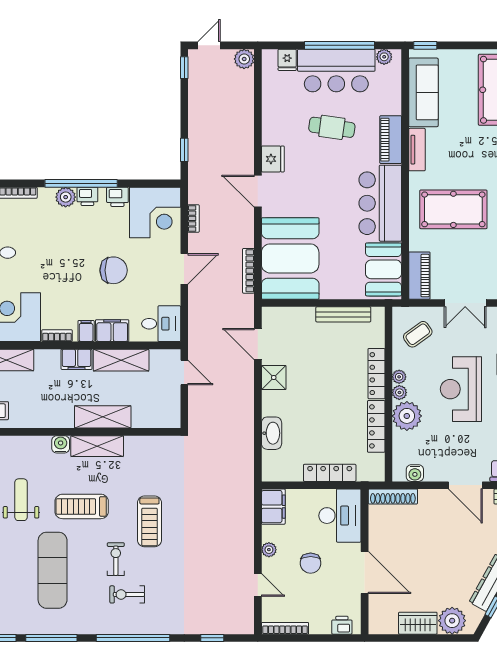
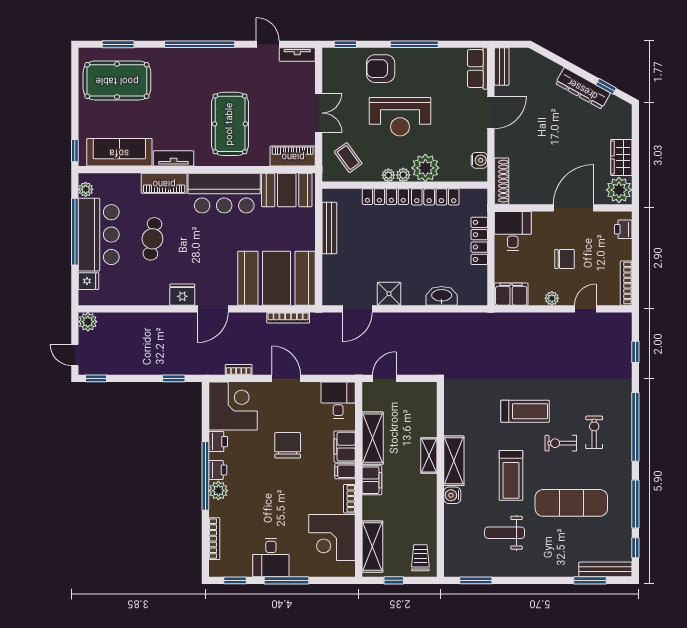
shelving: (103, 417) -> (429, 455), width x0.67, depth x0.75
desk: (340, 516) -> (513, 231), width x0.73
exercise bike: (127, 594) -> (594, 432), turned 180
plant: (452, 621) -> (619, 190), moved

